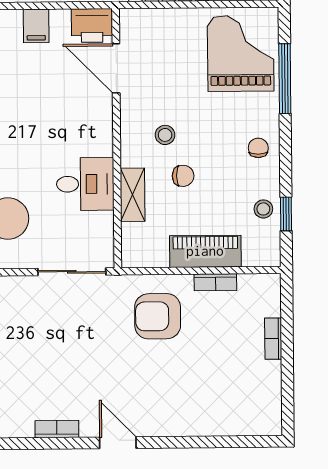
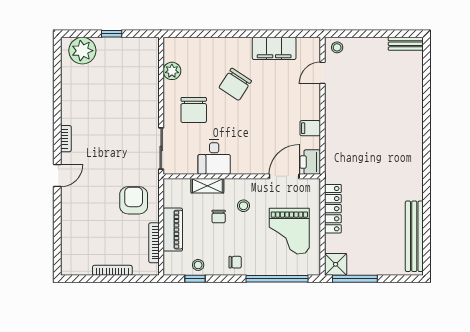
grand piano: (241, 53) -> (289, 231), moved, turned 90
window: (285, 79) -> (277, 279), width x1.46
bookcase: (215, 282) -> (154, 243), width x1.56
bookcase: (273, 339) -> (112, 270), width x1.56

